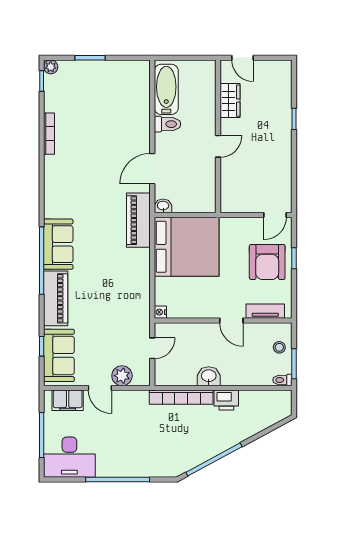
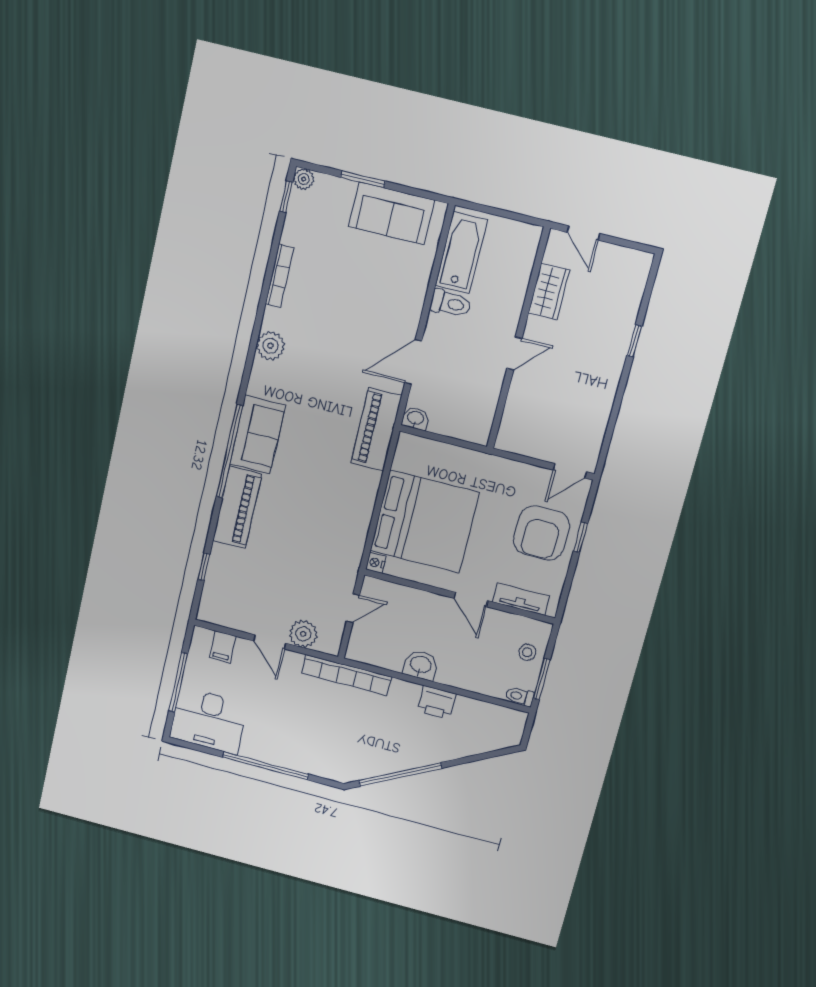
plant: (54, 182) -> (271, 346), added
bed: (187, 247) -> (425, 522), moved
sofa: (59, 355) -> (392, 213), moved, turned 90
bookcase: (181, 397) -> (346, 675), moved
filing cabinet: (68, 400) -> (223, 647), width x0.50

